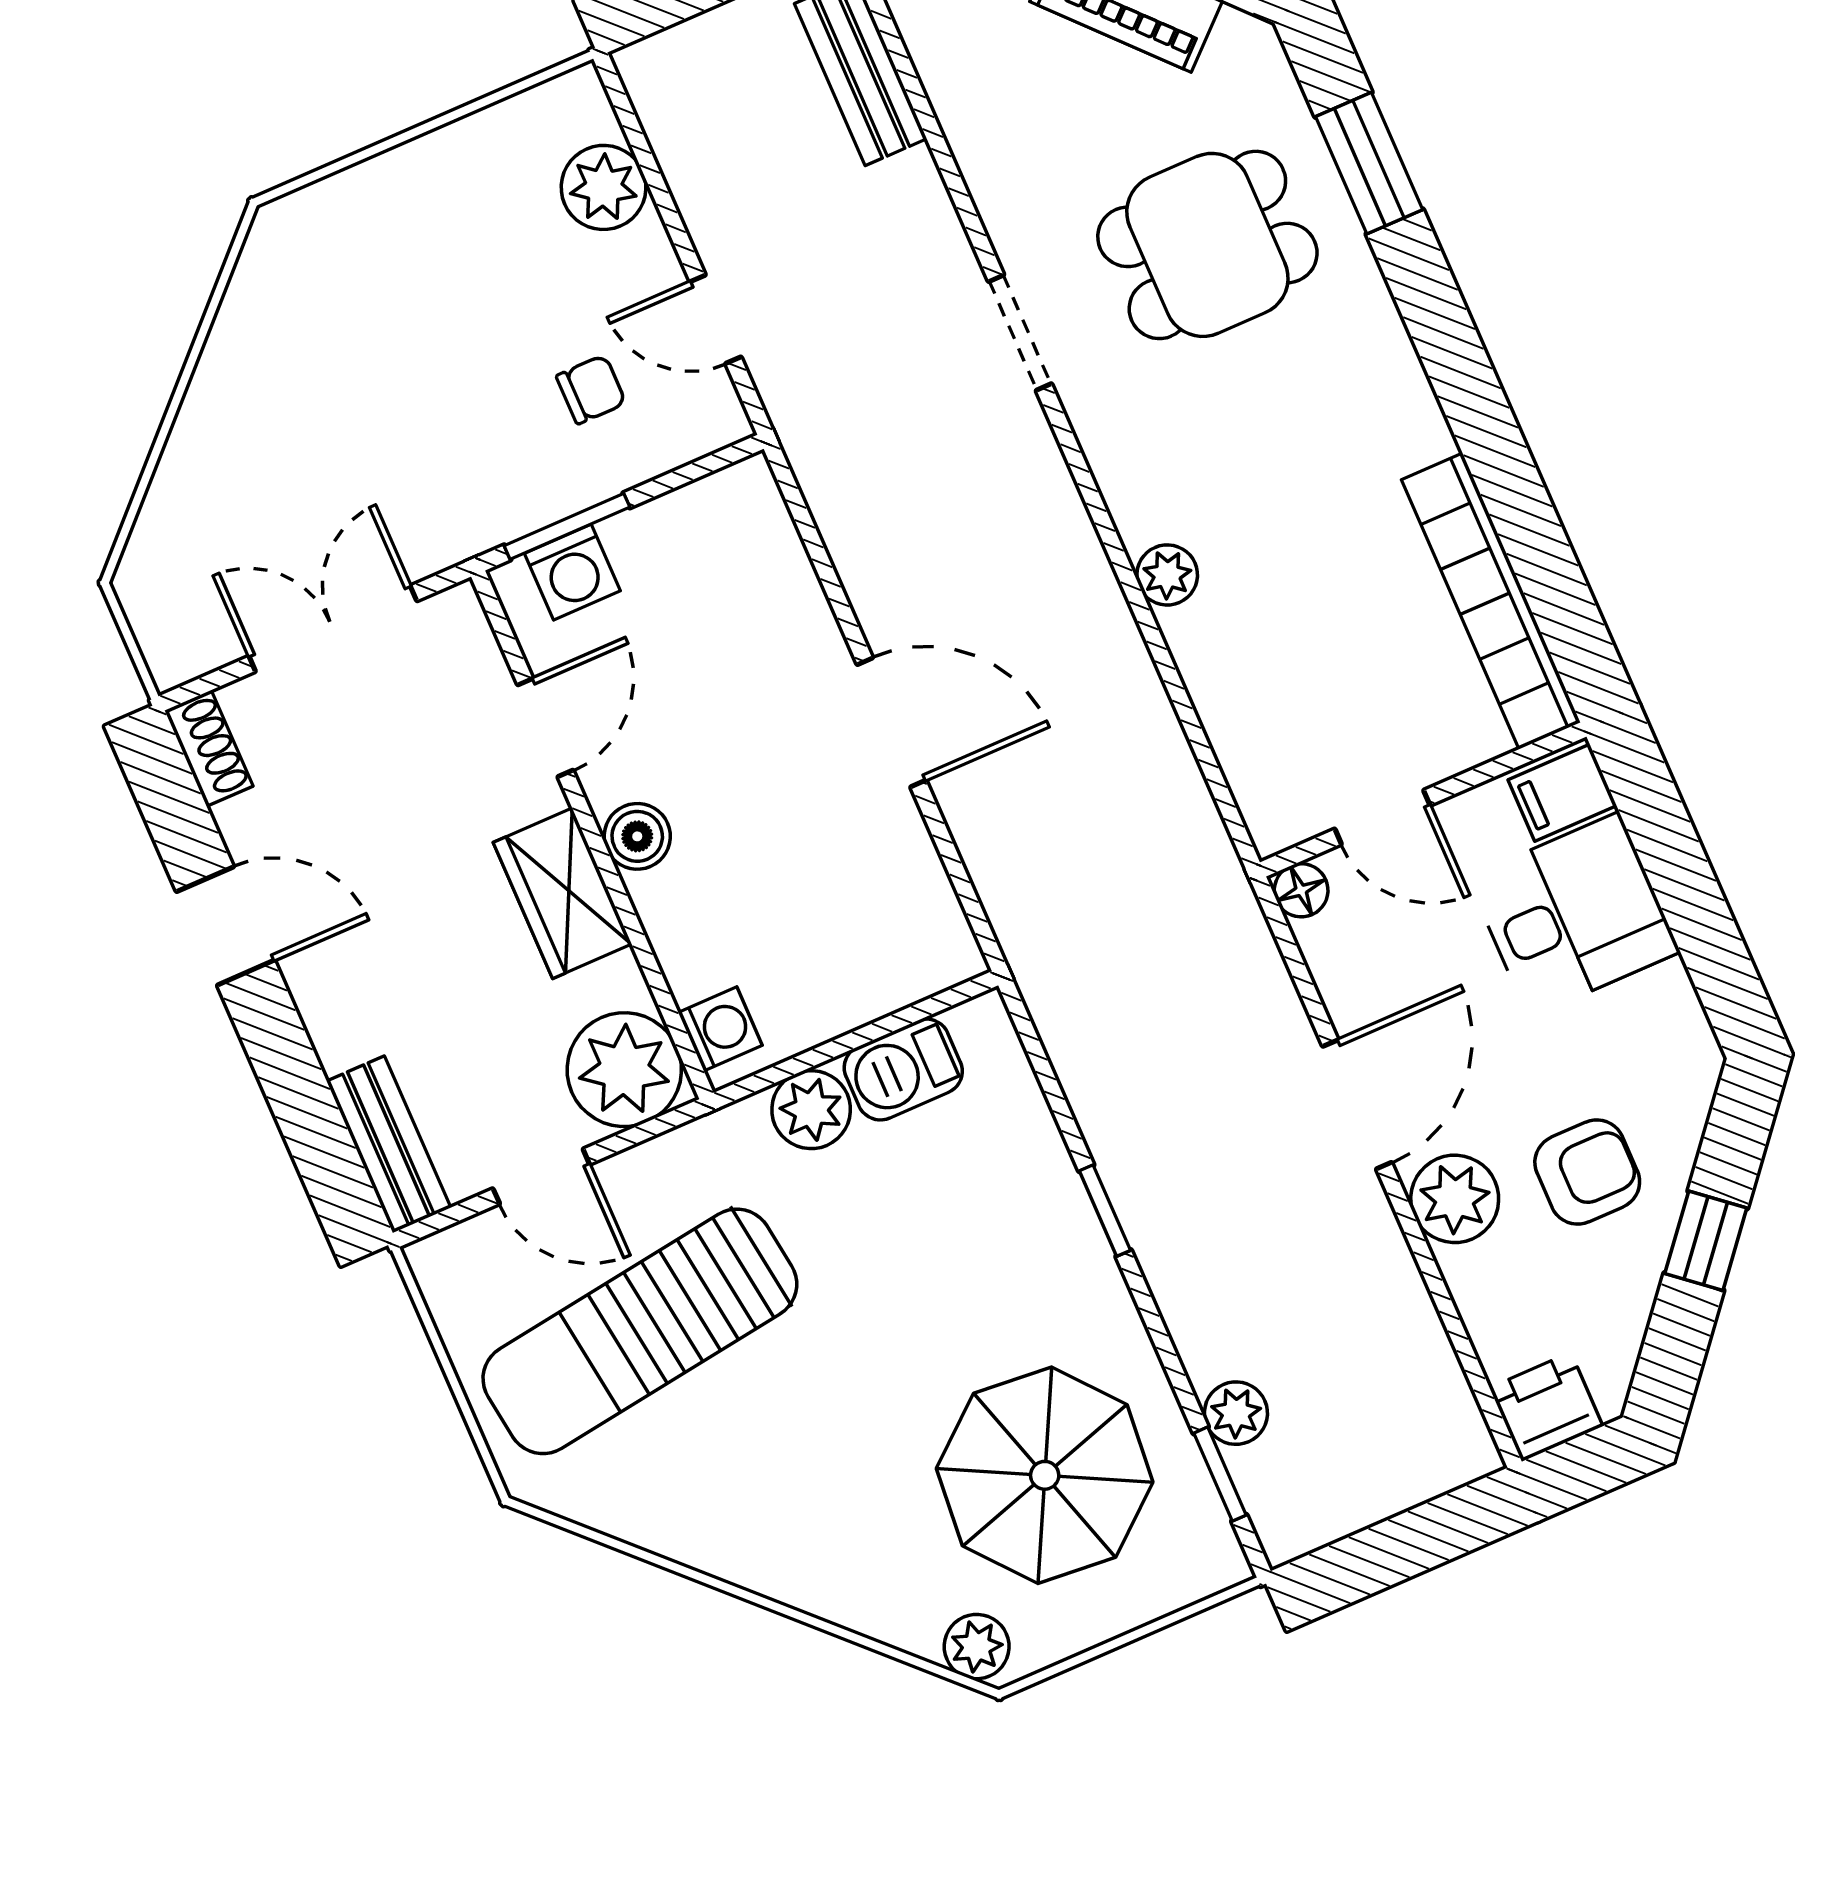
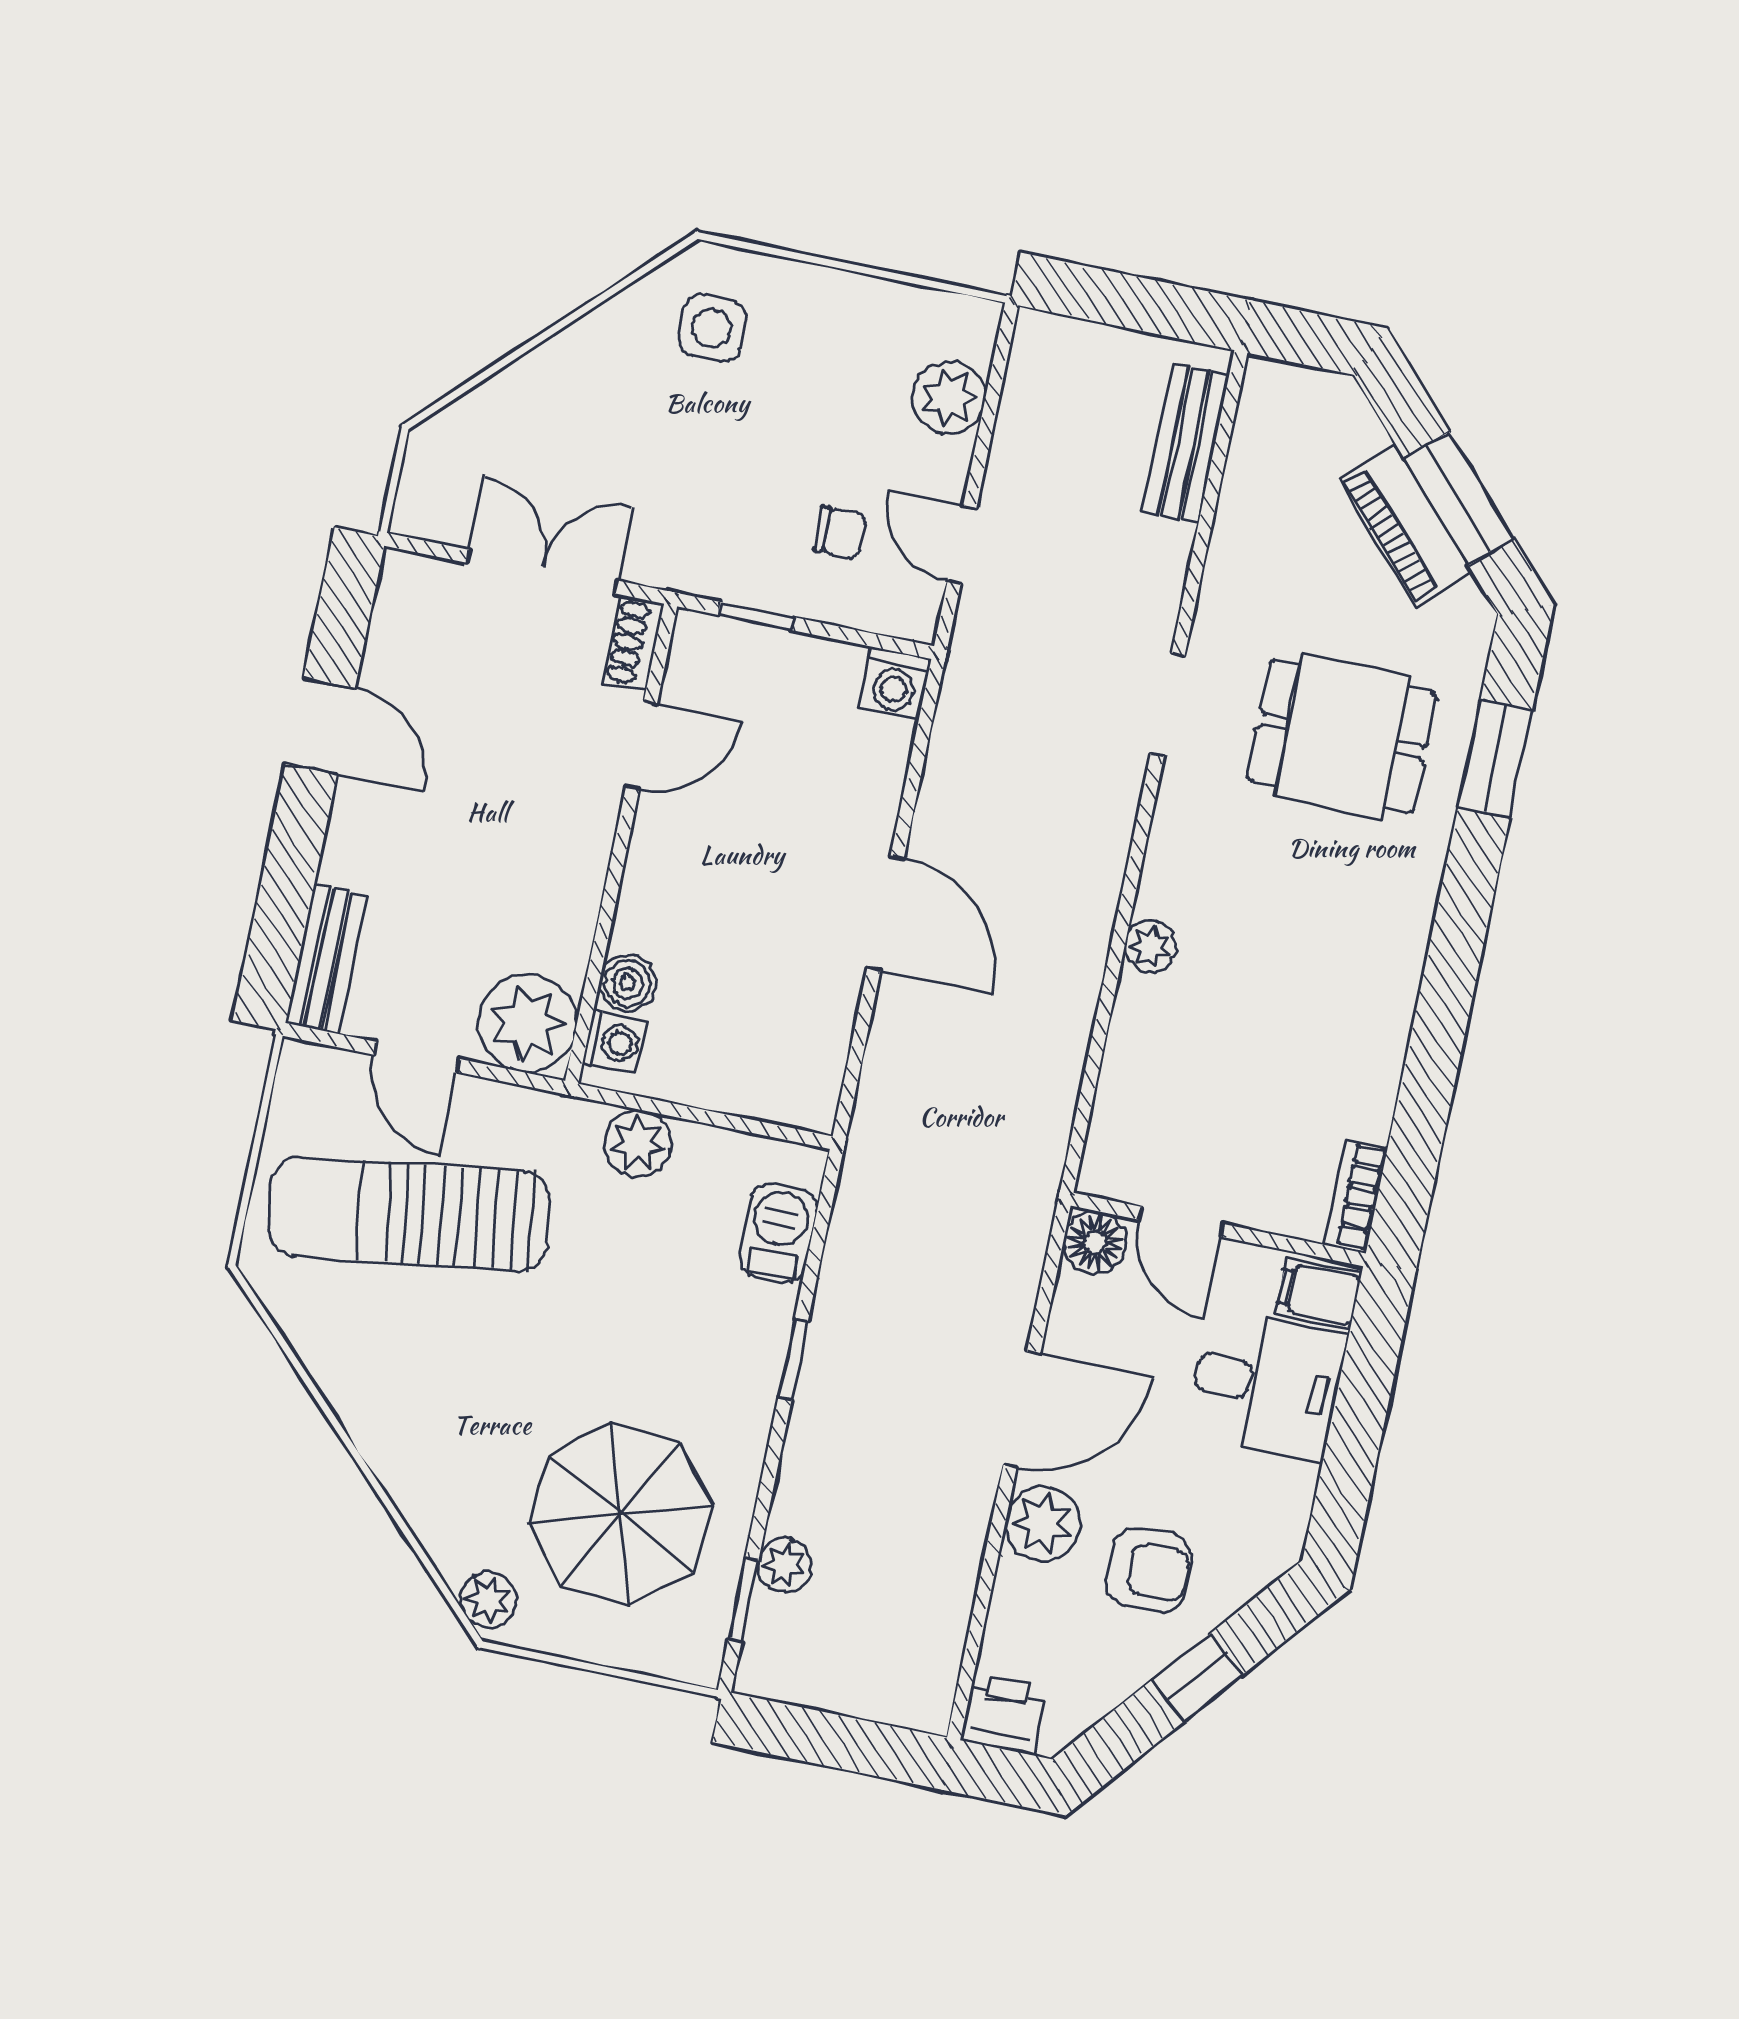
side table: (330, 281) -> (712, 328), added
window: (567, 526) -> (756, 616), width x0.67
washing machine: (572, 572) -> (895, 683), moved
bookcase: (1491, 601) -> (1356, 1196), width x0.43, depth x0.76
shoe rack: (209, 748) -> (634, 643), moved, turned 180
boiler: (637, 836) -> (628, 983), moved
floor lamp: (1301, 890) -> (1095, 1243), width x1.37, depth x1.37
wardrobe: (562, 893) -> (571, 870), removed
barbecue: (903, 1069) -> (778, 1233), moved, turned 90

